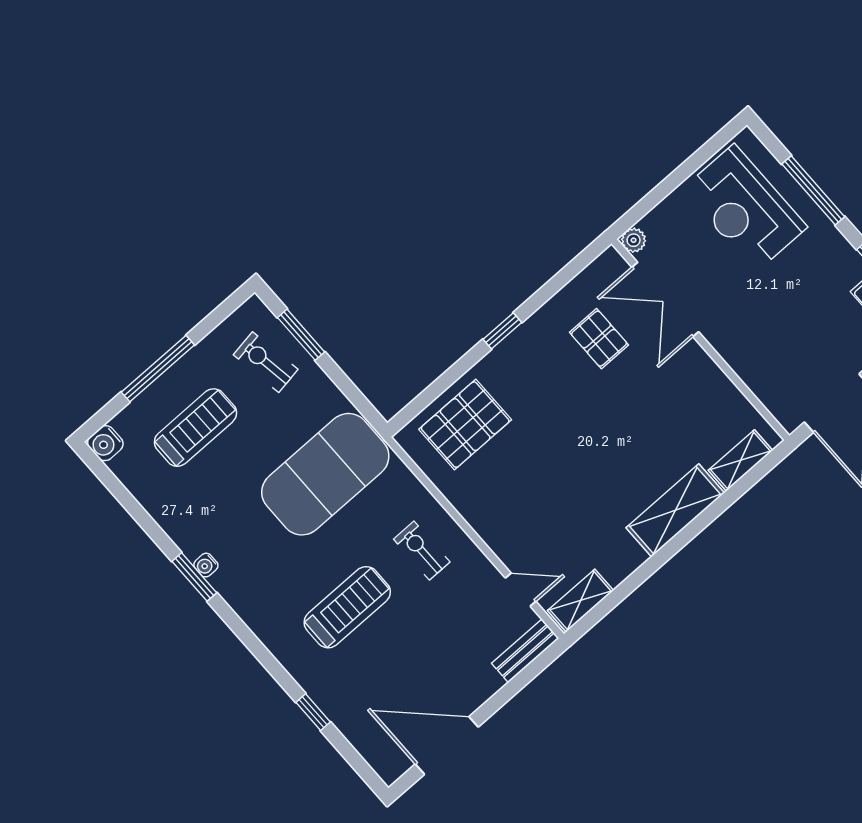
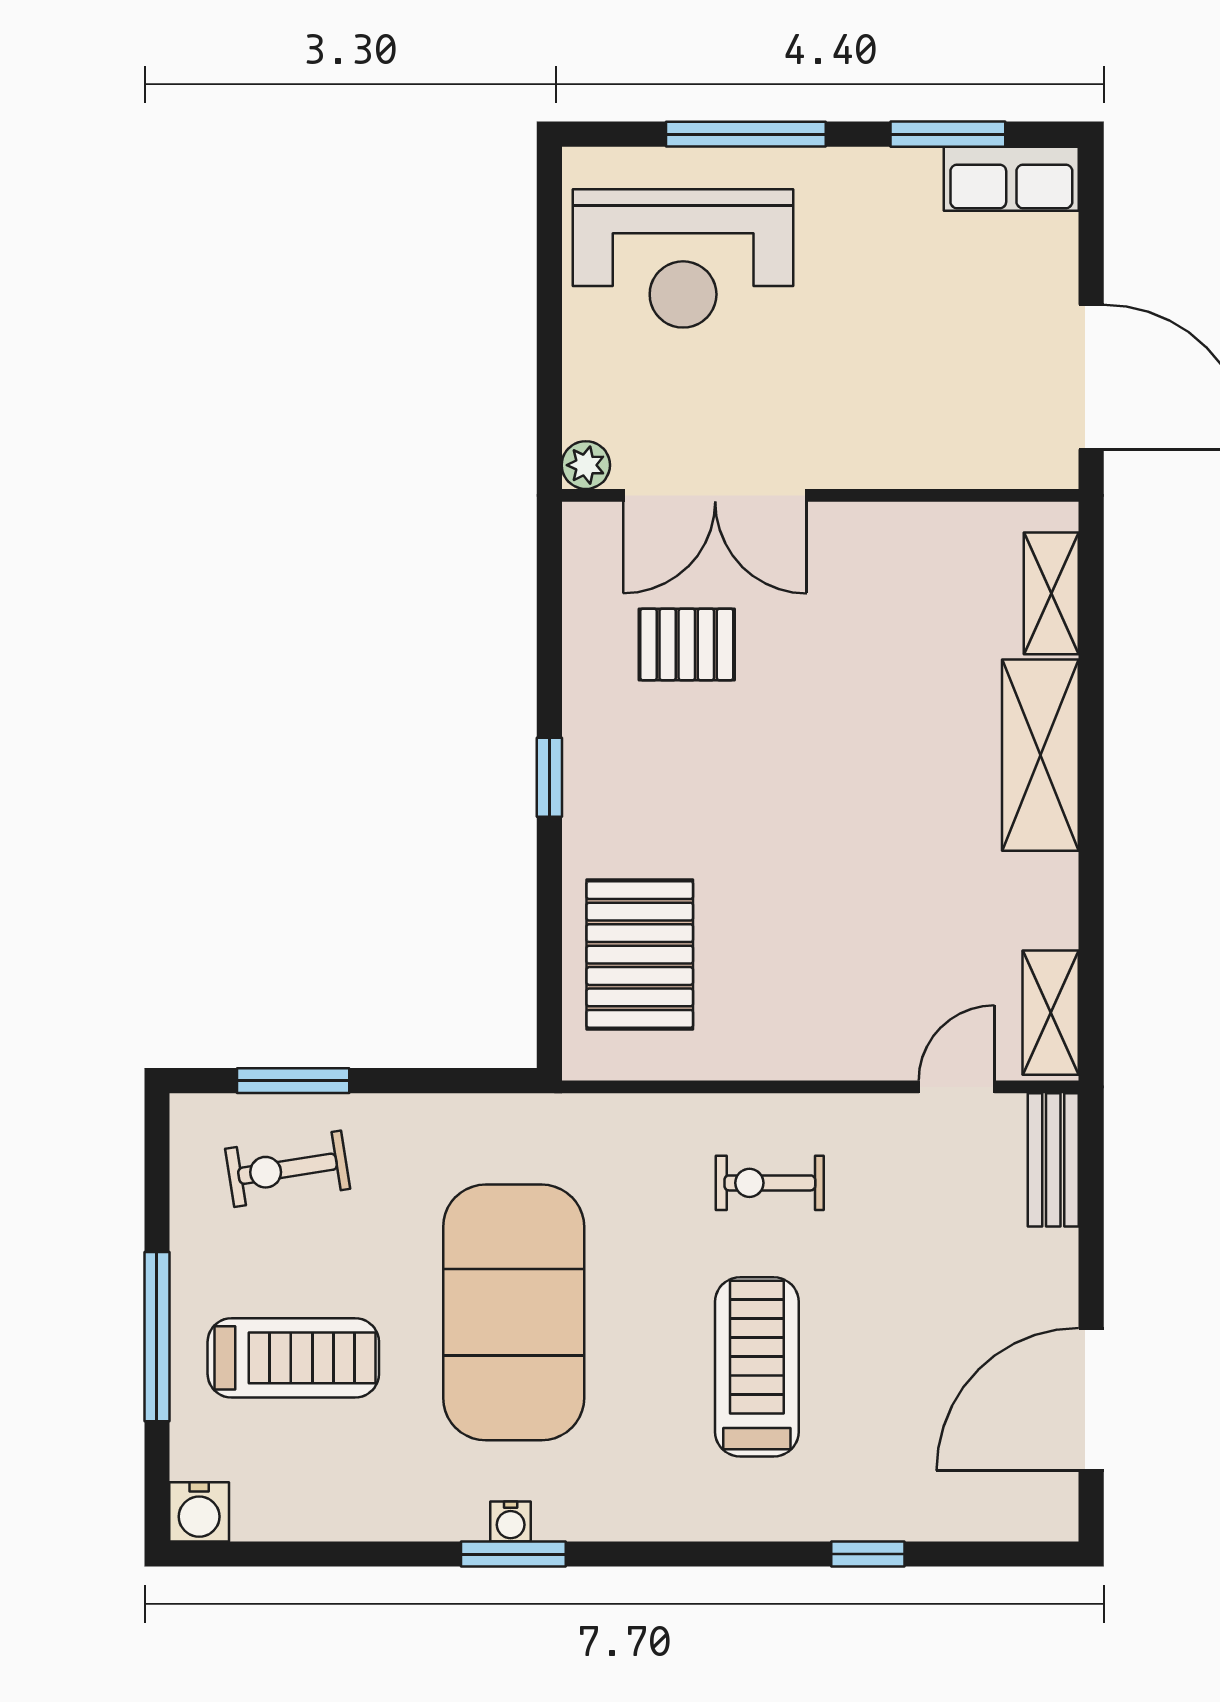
treadmill: (195, 428) -> (293, 1358), turned 90
exercise mat: (325, 474) -> (514, 1312), moved

